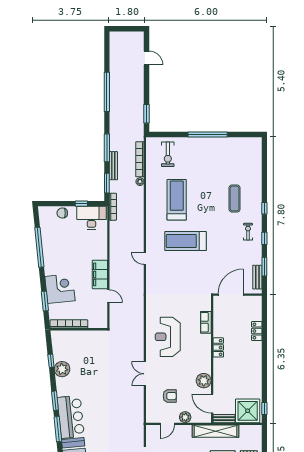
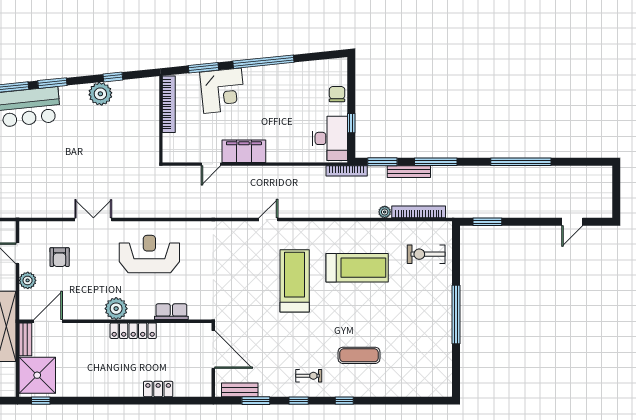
window: (39, 247) -> (263, 62), moved
locker: (218, 347) -> (133, 331), width x1.53
plant: (204, 381) -> (116, 309), moved

